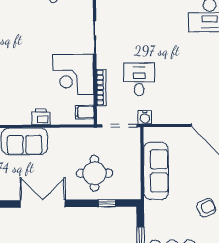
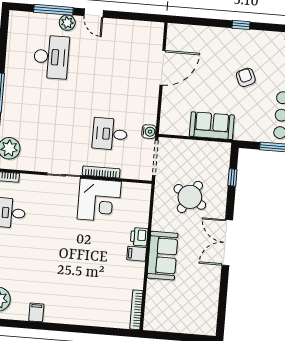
bookcase: (101, 88) -> (101, 172), moved
filing cabinet: (85, 112) -> (137, 254), moved, turned 90
sofa: (156, 171) -> (212, 126), width x0.73
round table: (94, 173) -> (190, 197), moved, turned 31

